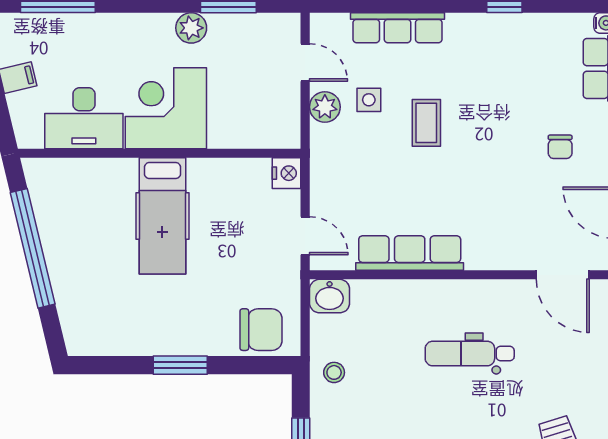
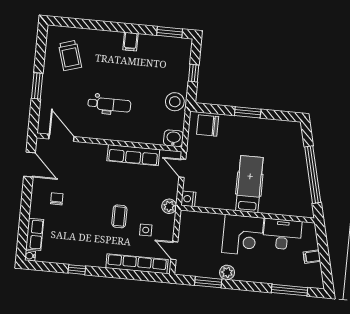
row of seats: (397, 28) -> (137, 264), width x1.36
plant: (325, 107) -> (169, 206), moved
stool: (334, 372) -> (175, 102), width x1.89, depth x1.89

